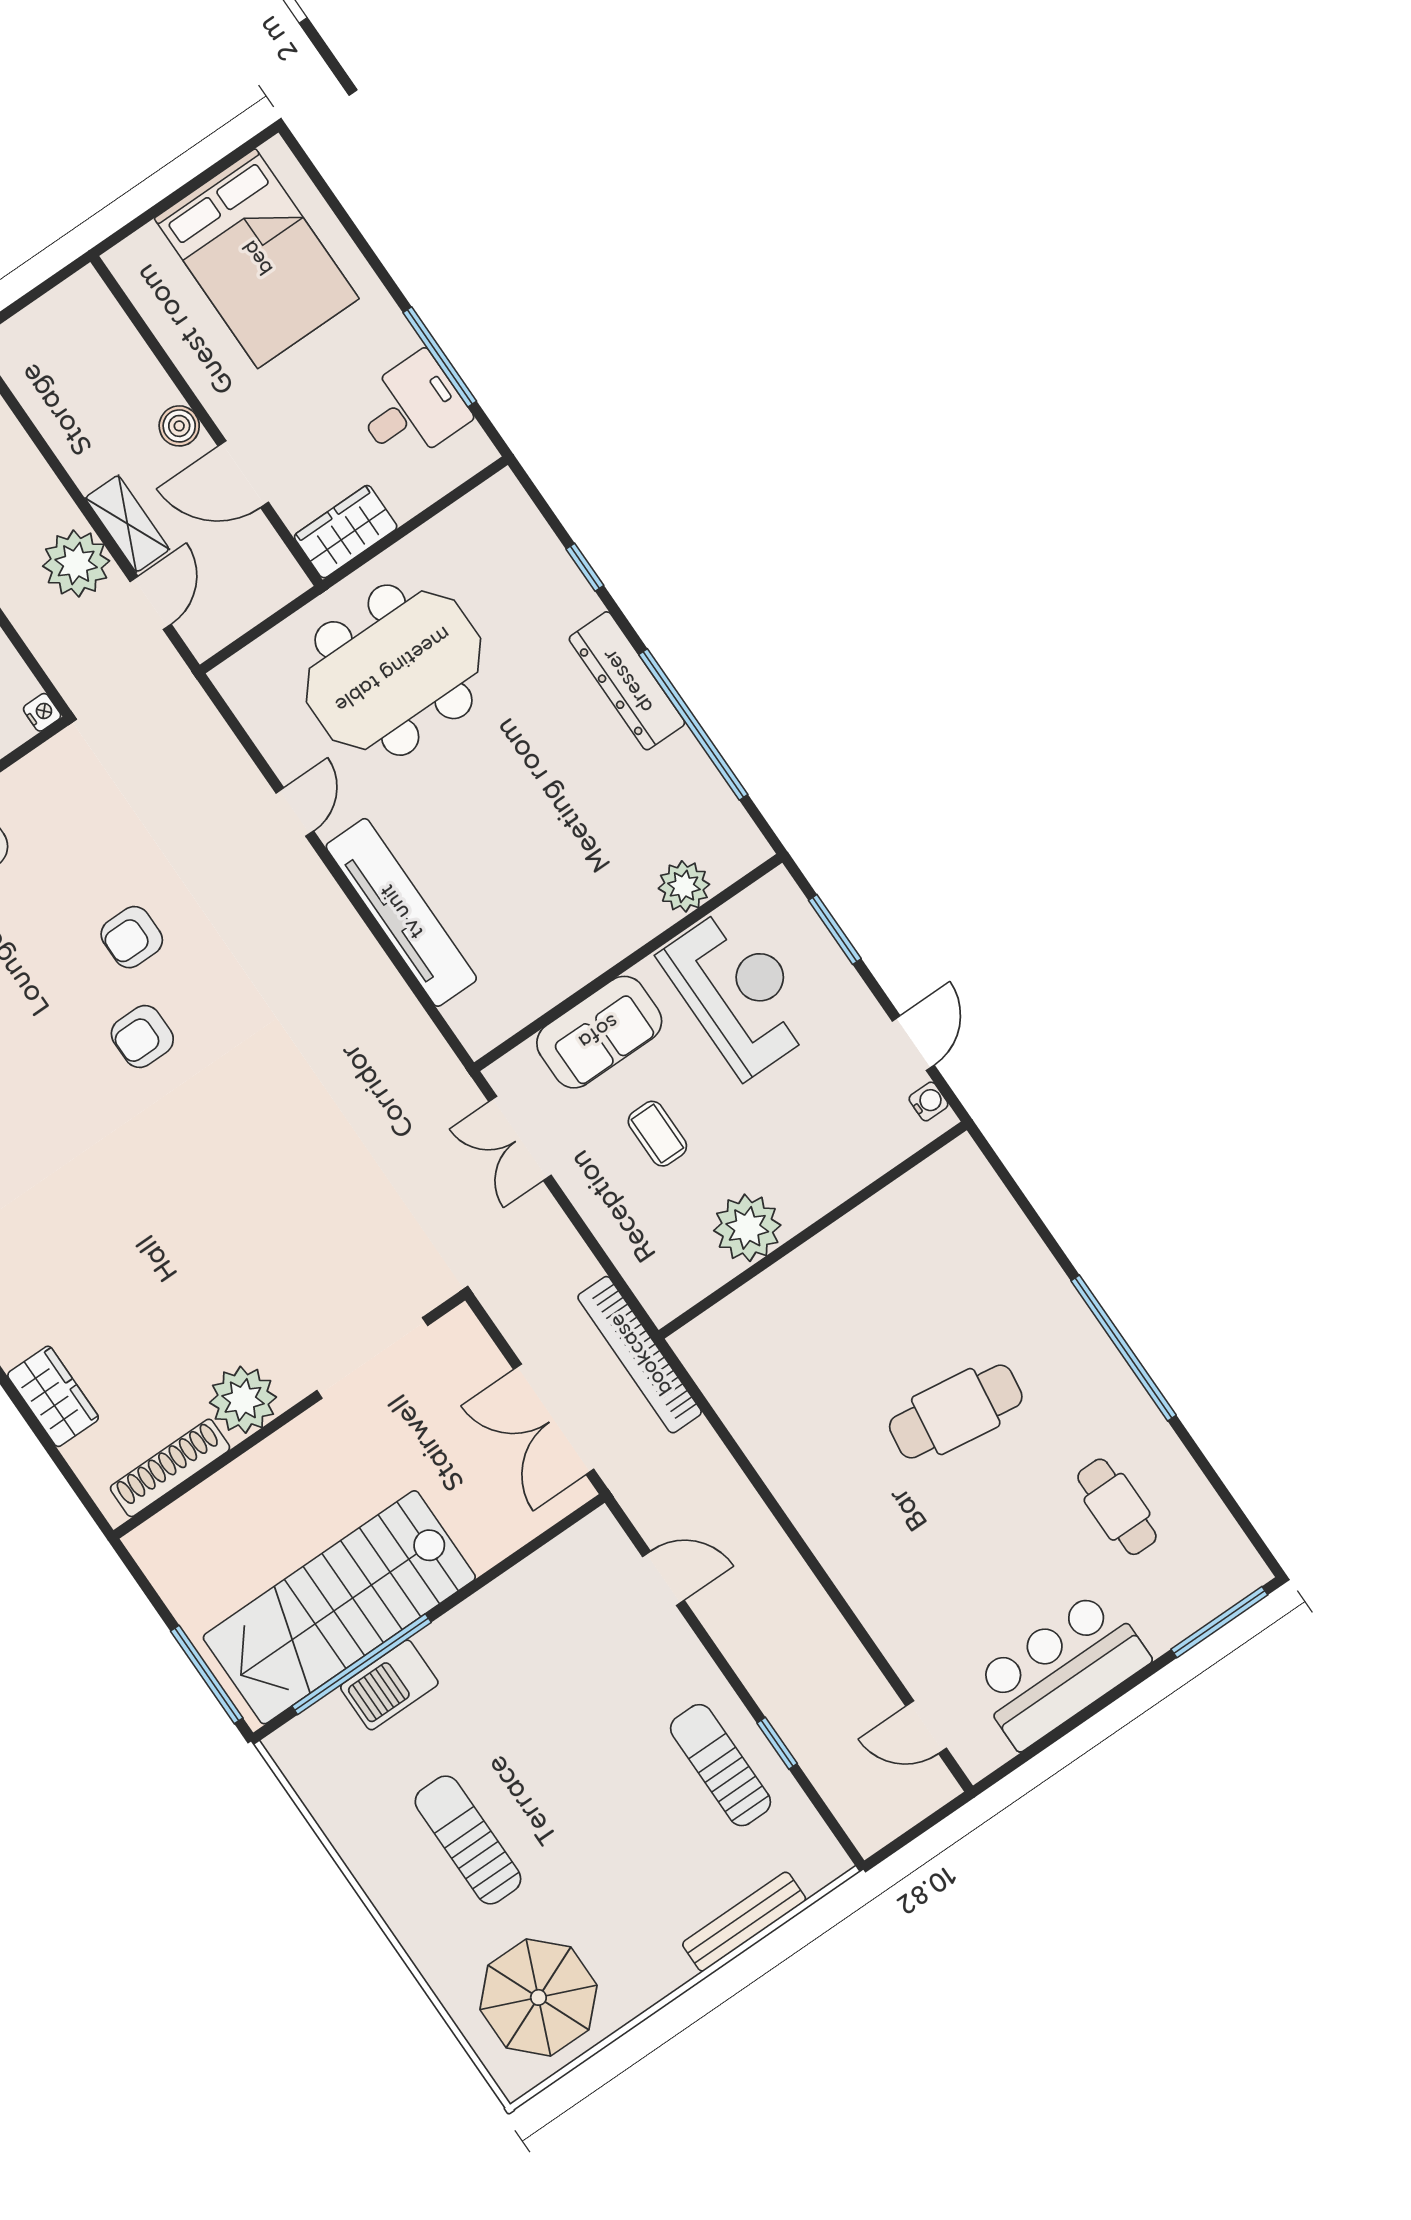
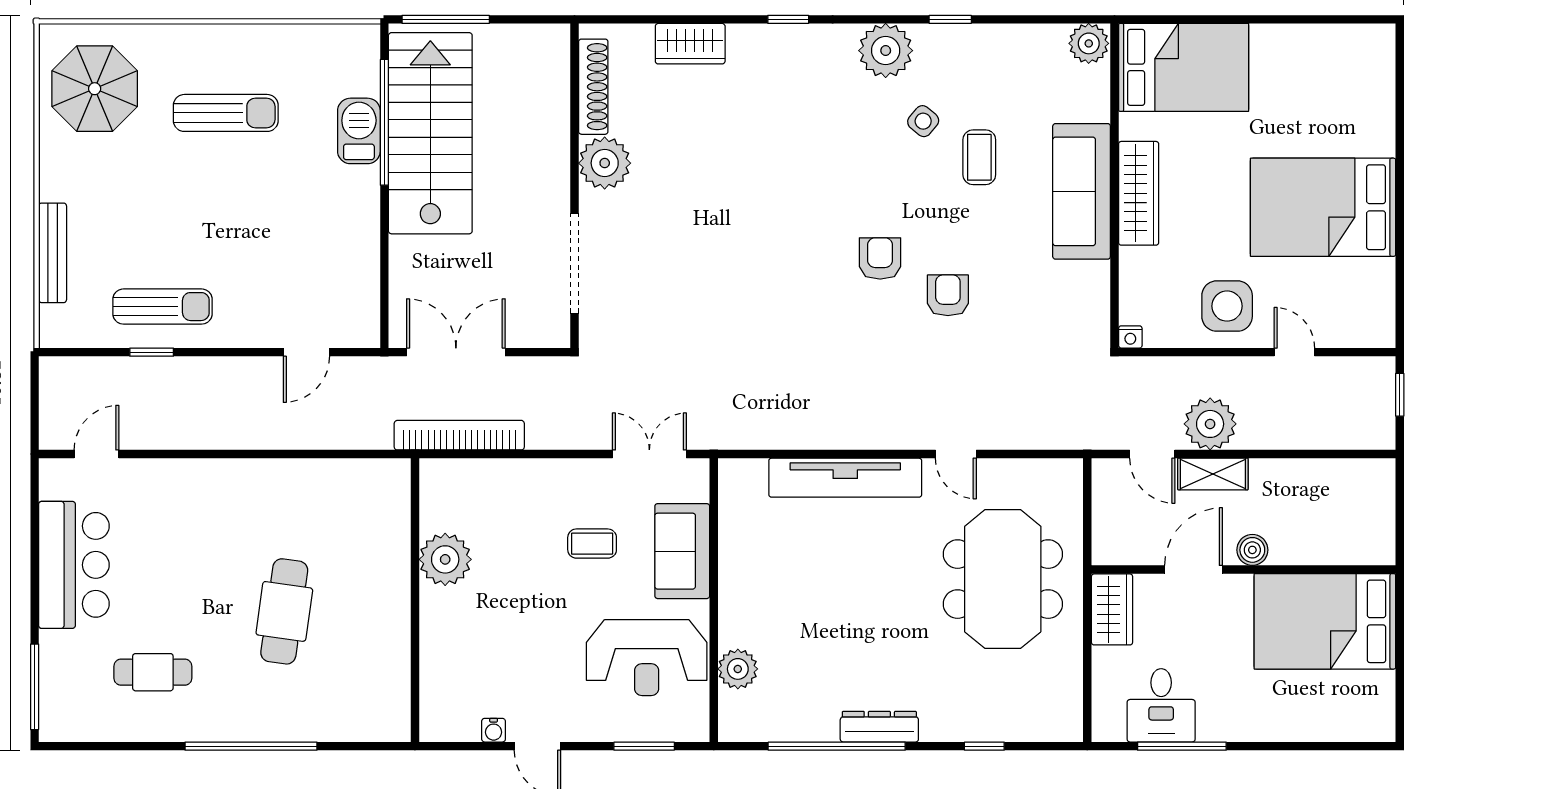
bed: (257, 258) -> (1325, 621), moved
dresser: (627, 681) -> (879, 727), width x0.73, depth x0.80
plant: (747, 1228) -> (445, 559), moved
wall: (813, 1230) -> (415, 600), moved

